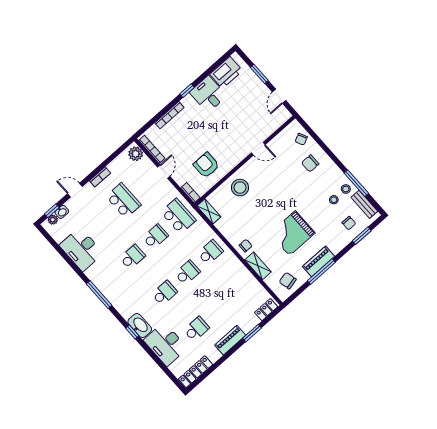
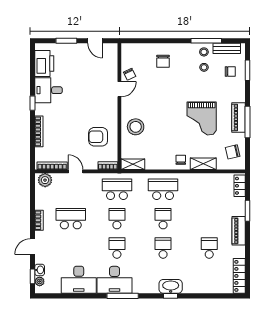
chair: (301, 139) -> (130, 74), moved
school desk: (210, 252) -> (163, 189), width x1.85
desk: (166, 344) -> (114, 280), moved

